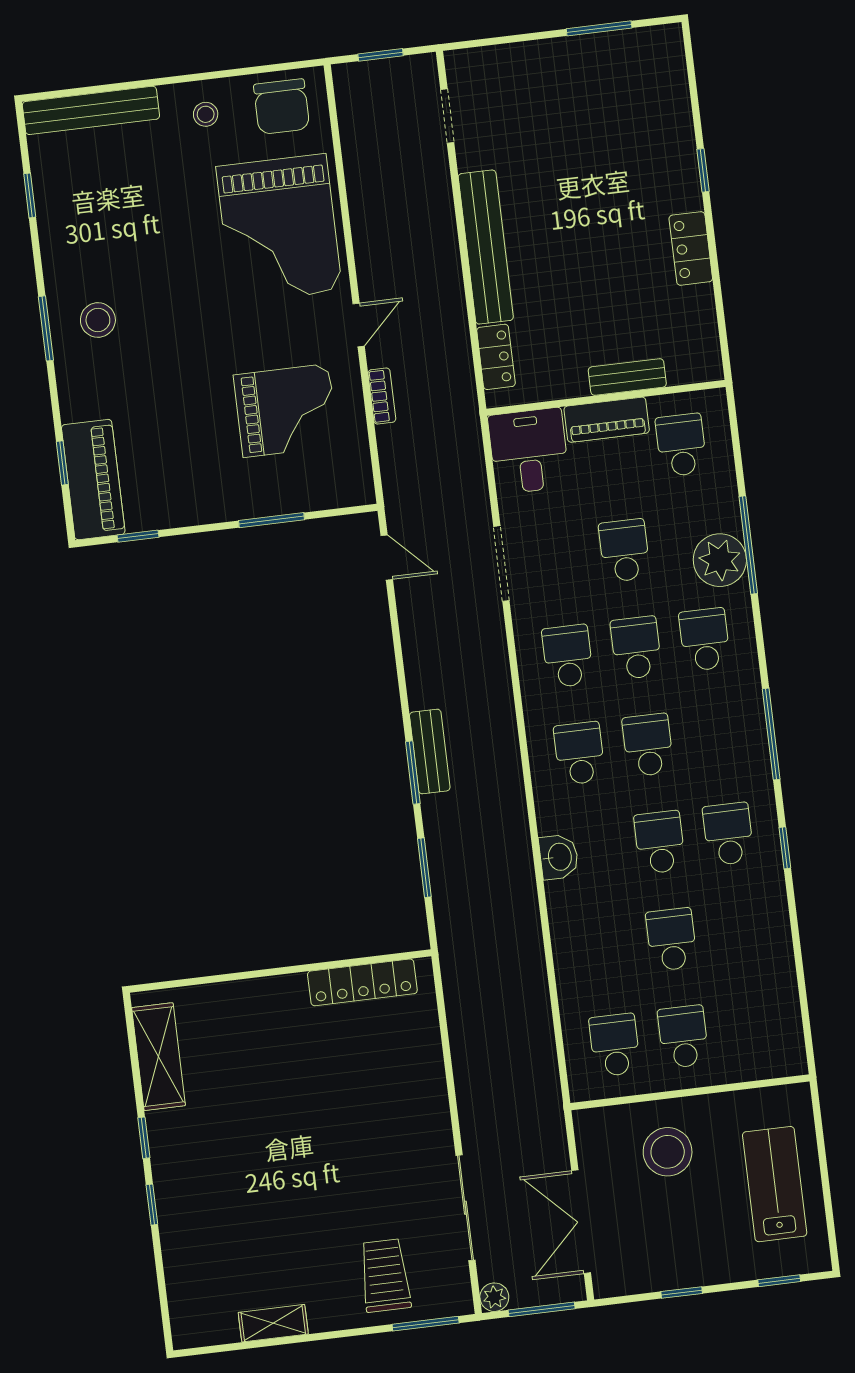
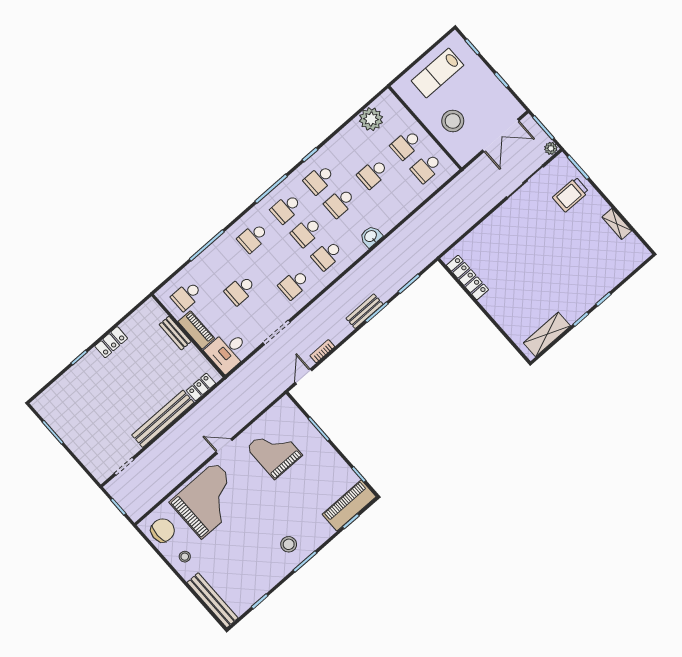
bookcase: (382, 396) -> (322, 351), moved
plant: (720, 560) -> (371, 119), moved
school desk: (636, 648) -> (286, 208), moved

